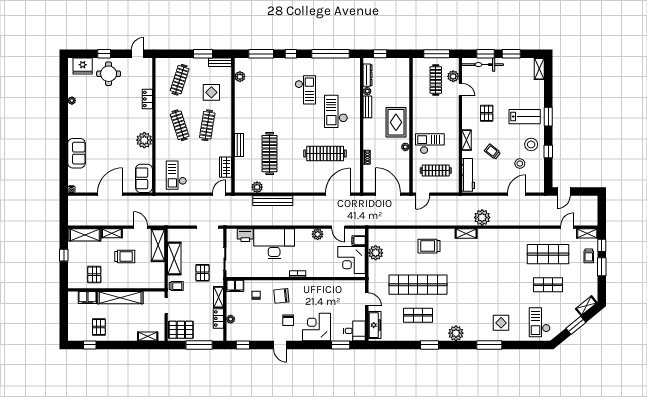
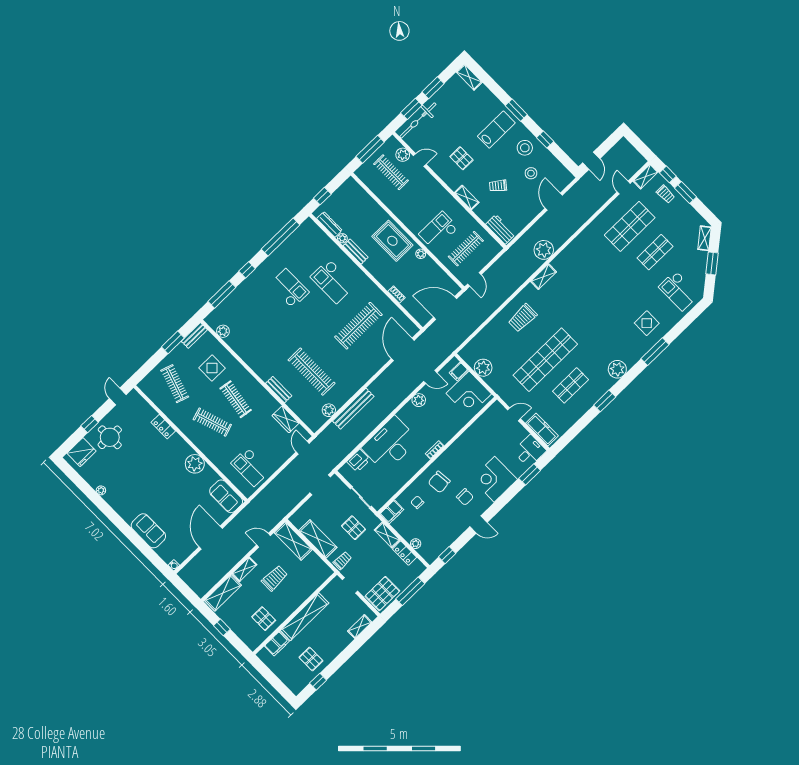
workbench: (468, 175) -> (500, 229), width x0.73

